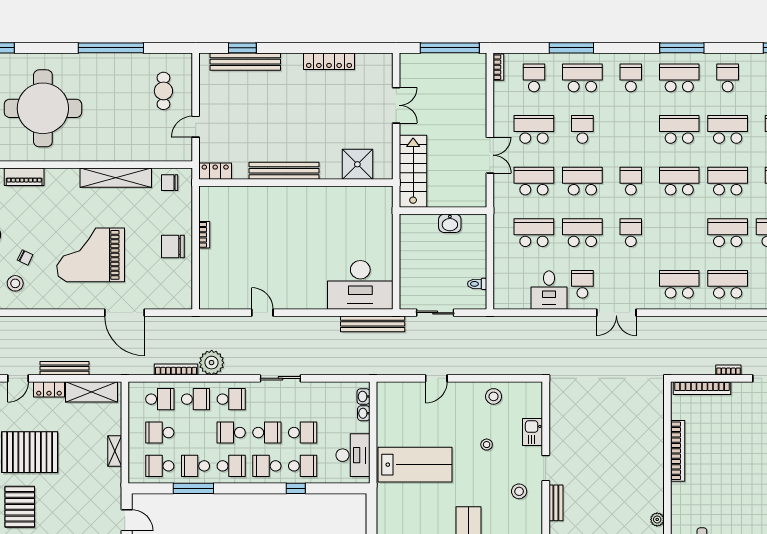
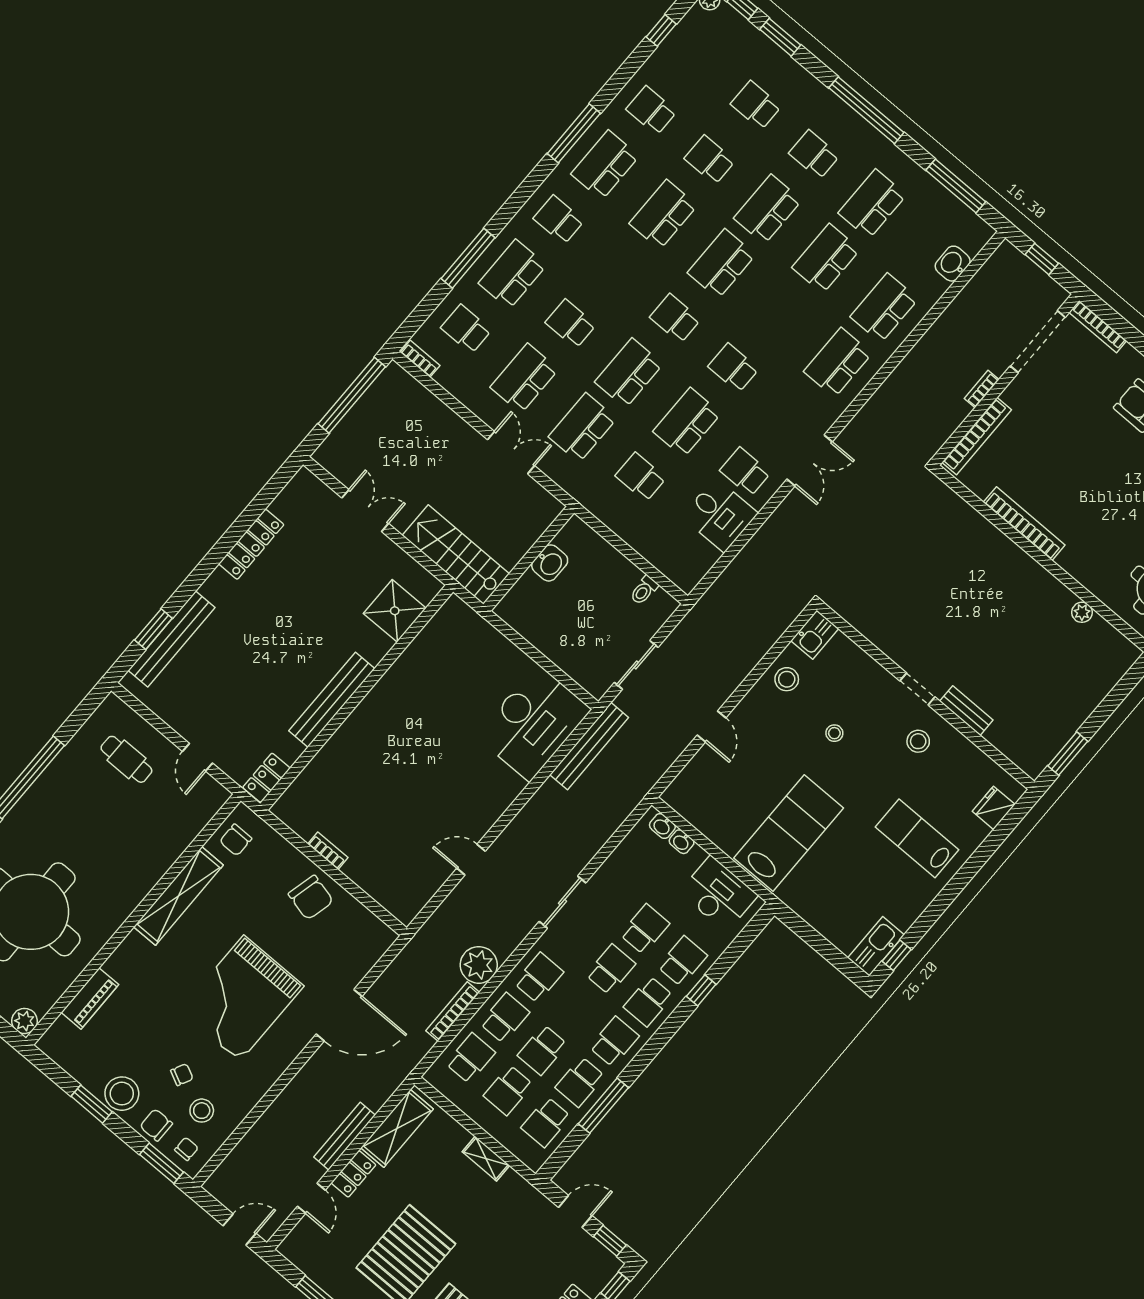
school desk: (728, 129) -> (710, 160), width x0.54
school desk: (534, 233) -> (641, 477), width x0.54
chair: (173, 246) -> (311, 898), turned -76
kitchen sink: (533, 432) -> (815, 635), moved, turned -90
school desk: (231, 433) -> (542, 1050), moved

